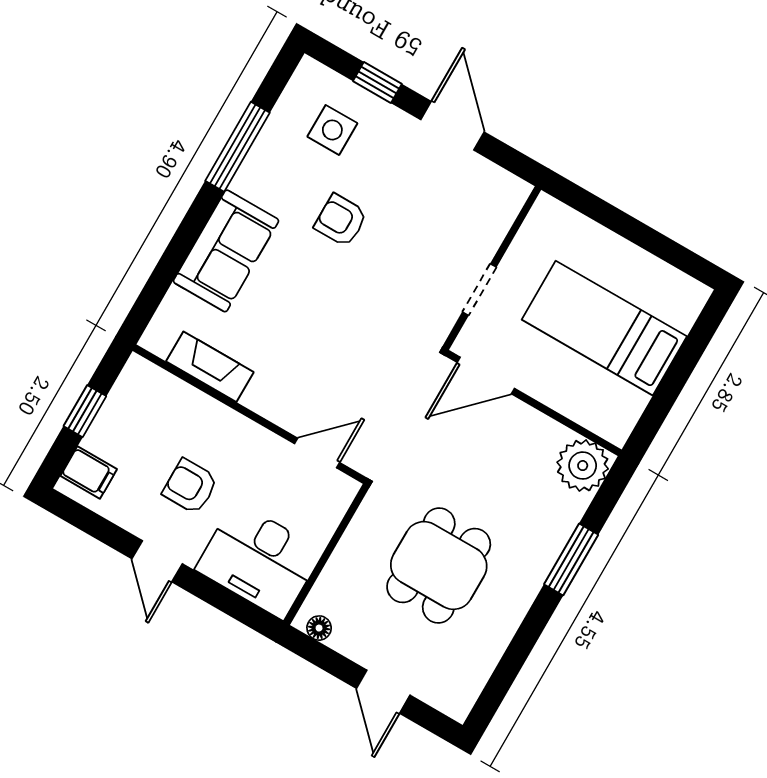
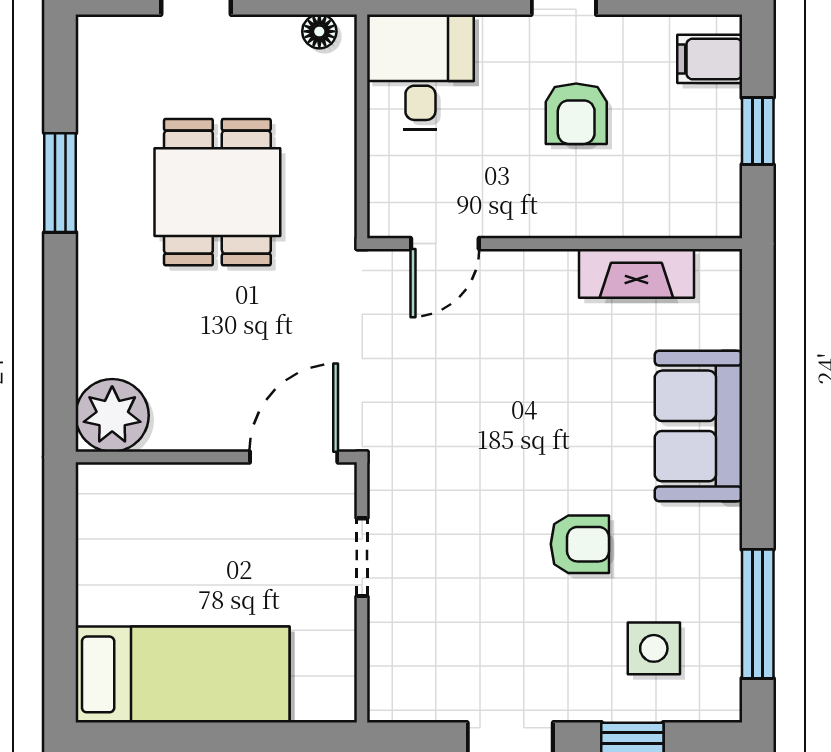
window: (238, 147) -> (758, 614), moved
bed: (604, 328) -> (183, 674), moved
armchair: (190, 486) -> (576, 114), turned 90
window: (571, 559) -> (60, 183), moved
desk: (259, 560) -> (420, 72), width x0.73

